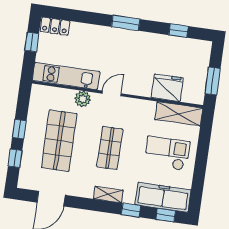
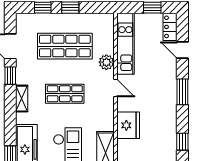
door: (81, 17) -> (182, 50), added
fridge: (167, 88) -> (128, 125), moved
window: (131, 210) -> (10, 76), moved

